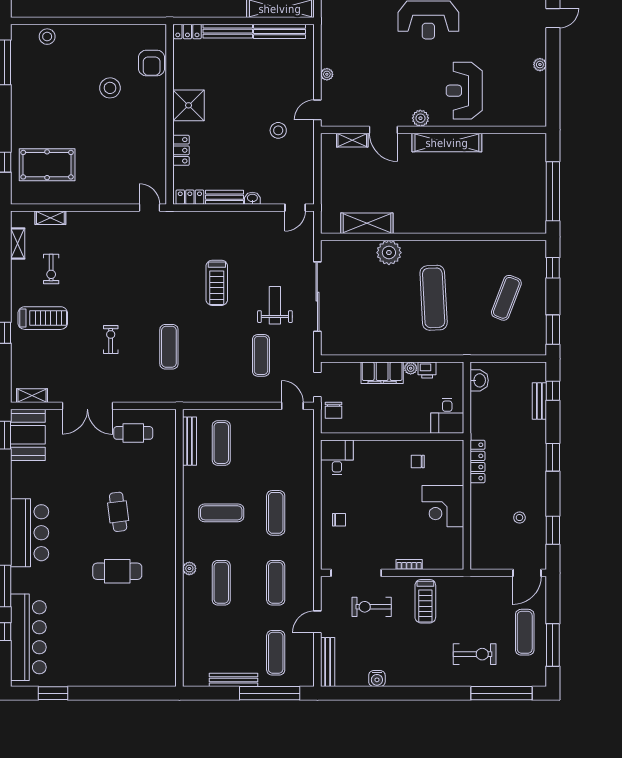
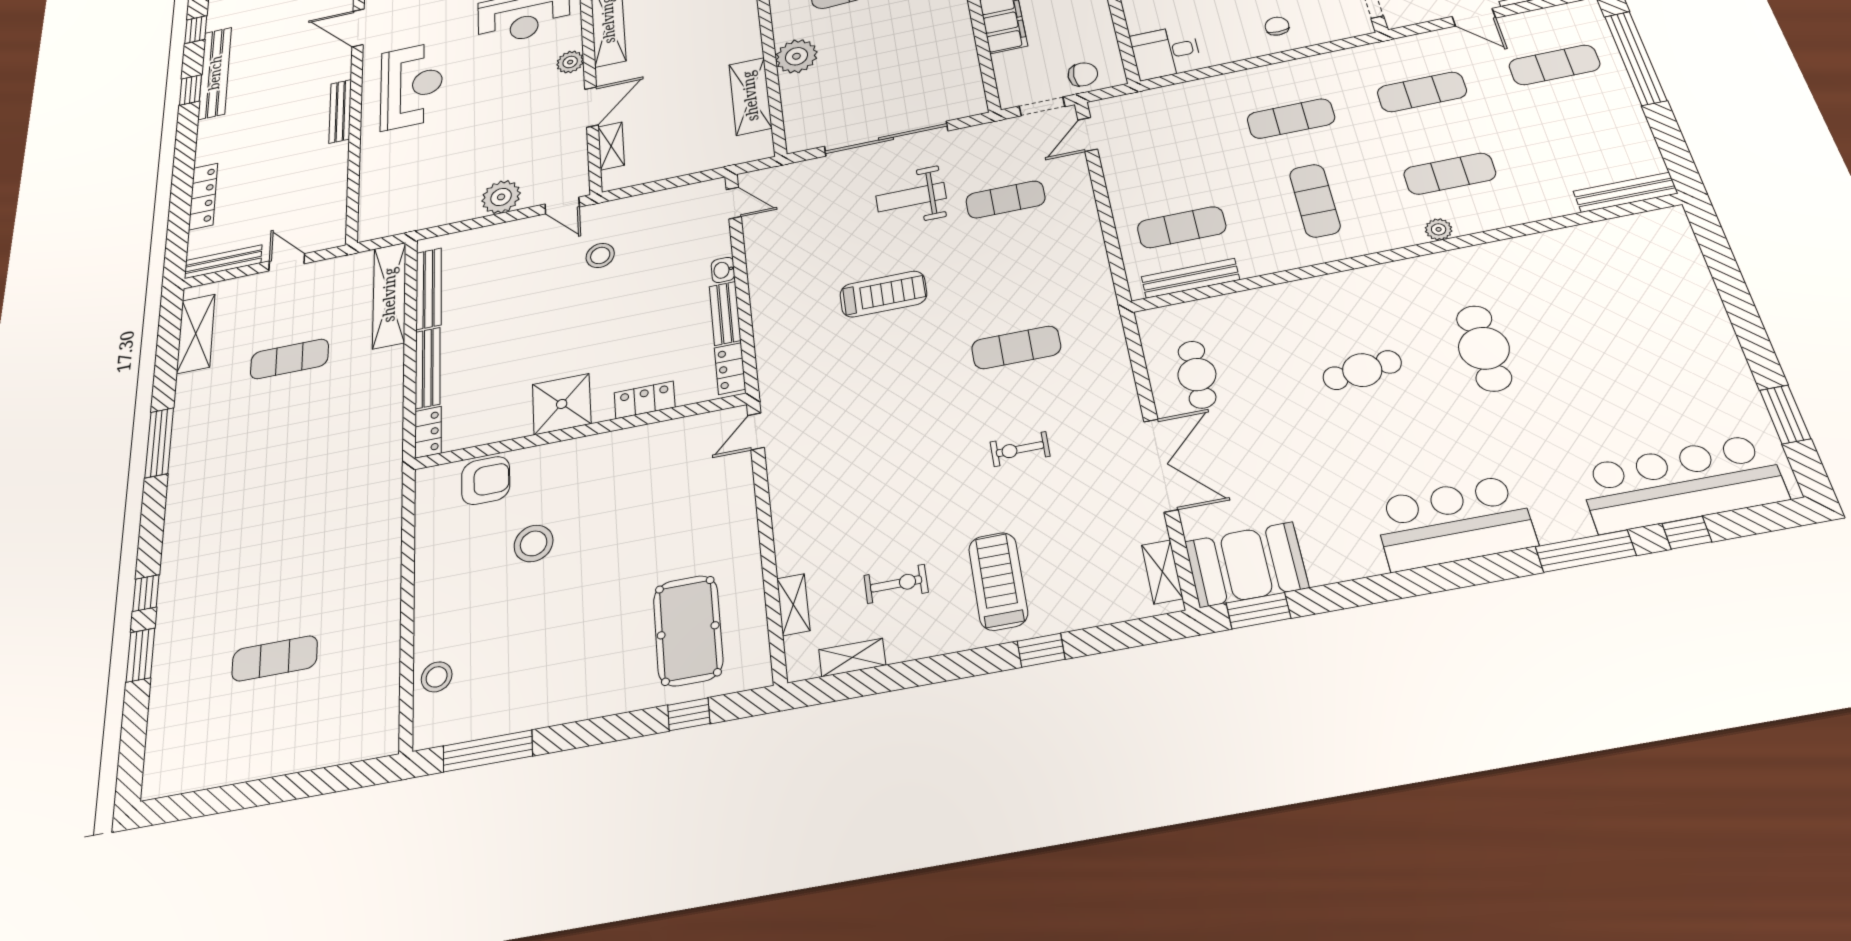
plant: (327, 74) -> (501, 197), width x1.87, depth x1.87
bench: (233, 680) -> (1625, 192), moved, turned 90

